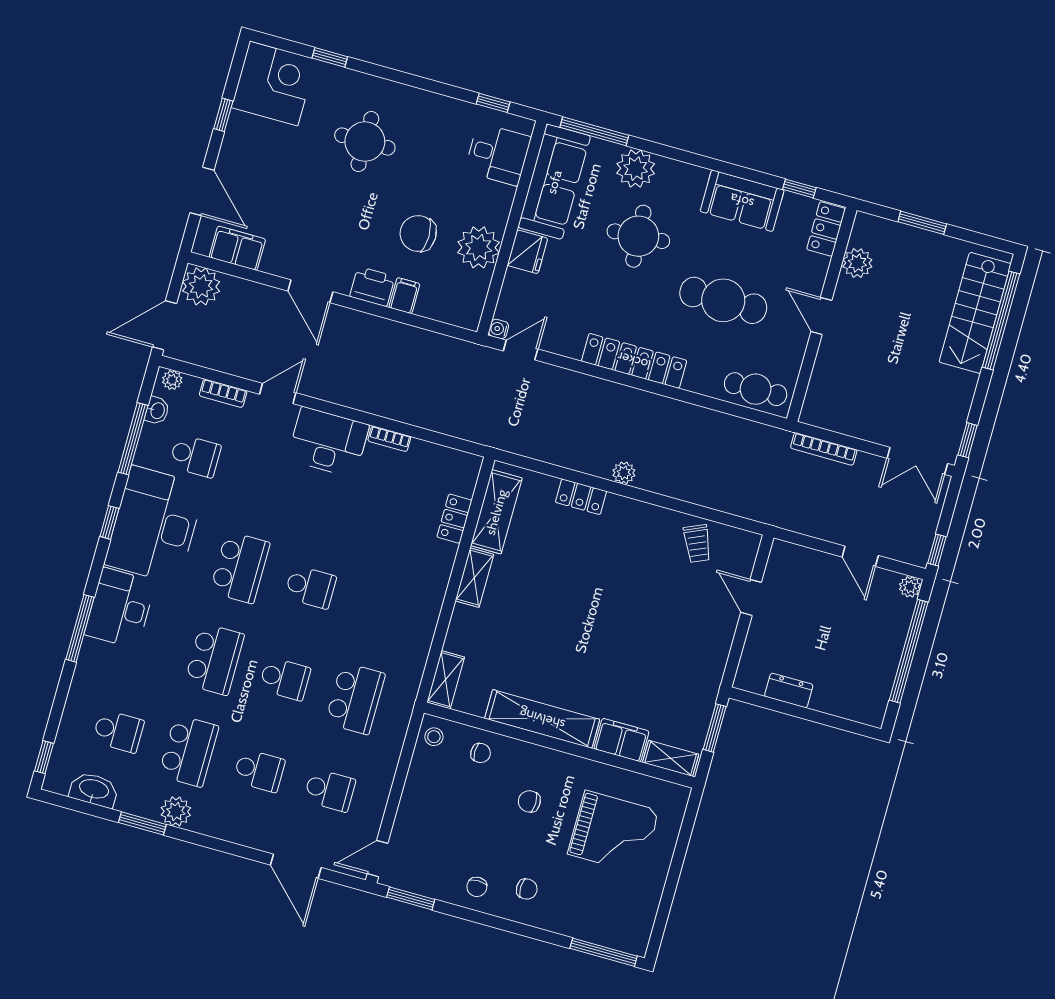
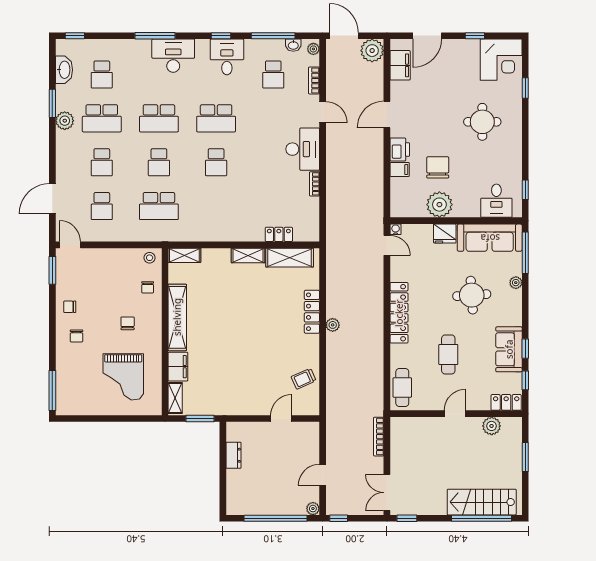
plant: (636, 169) -> (516, 283), width x0.53, depth x0.53
window: (748, 174) -> (525, 349), added
cafe table: (723, 300) -> (448, 354), width x0.73, depth x0.74
locker: (581, 497) -> (312, 312), width x1.53
desk: (155, 525) -> (227, 57), width x0.53, depth x0.77

